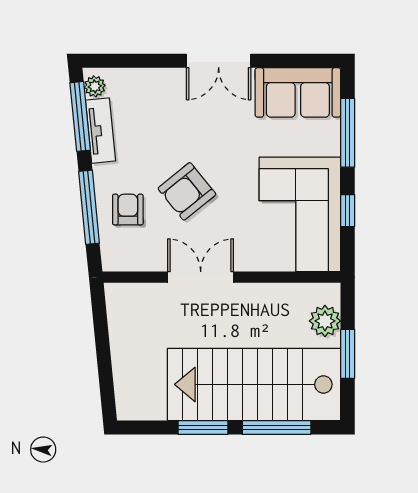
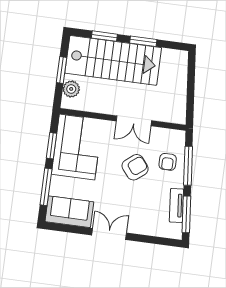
plant: (95, 86) -> (176, 229), removed
window: (348, 211) -> (51, 146), width x1.50
window: (277, 427) -> (104, 36), width x0.69

